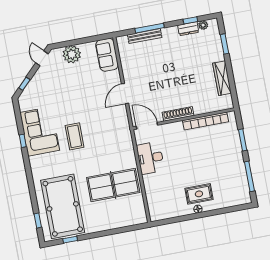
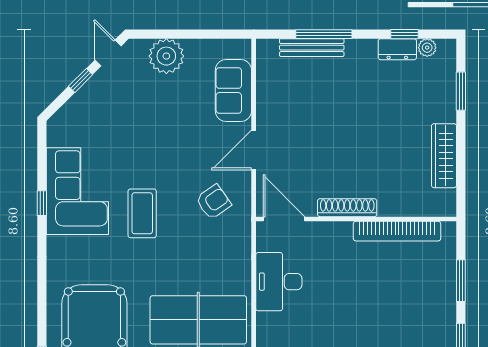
sofa: (107, 55) -> (233, 90), moved
window: (24, 84) -> (81, 80), moved
armchair: (110, 124) -> (213, 202), added

